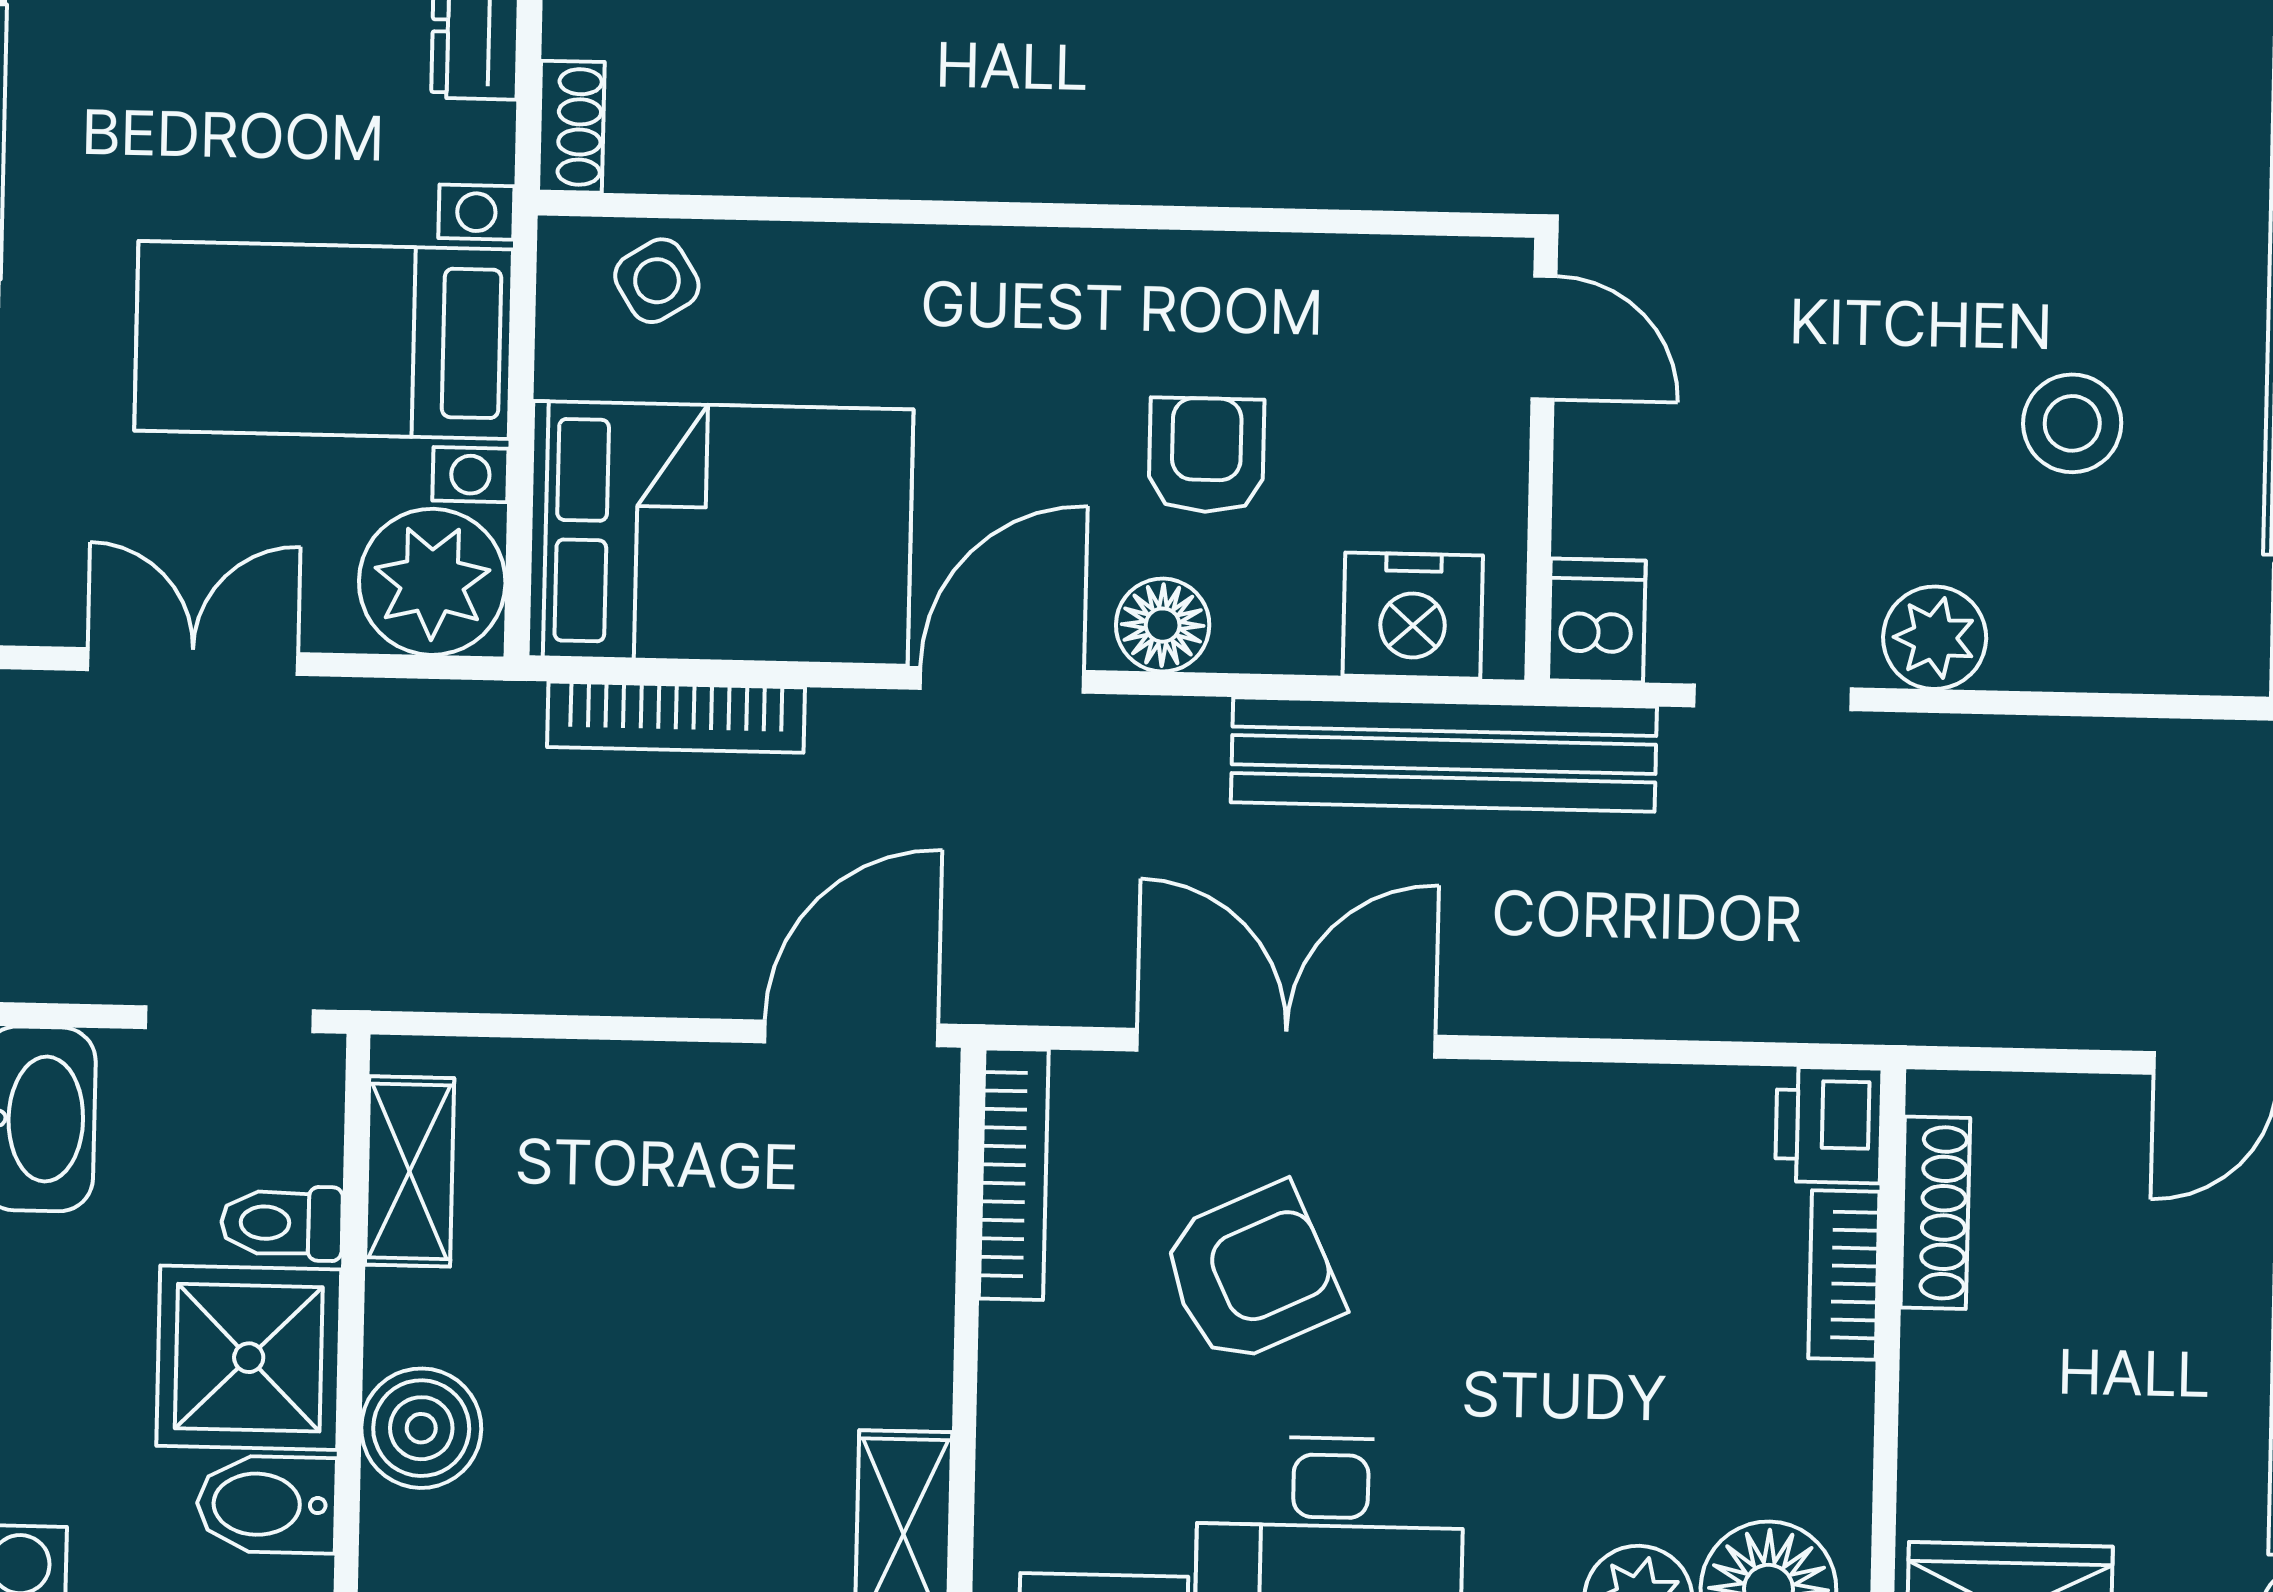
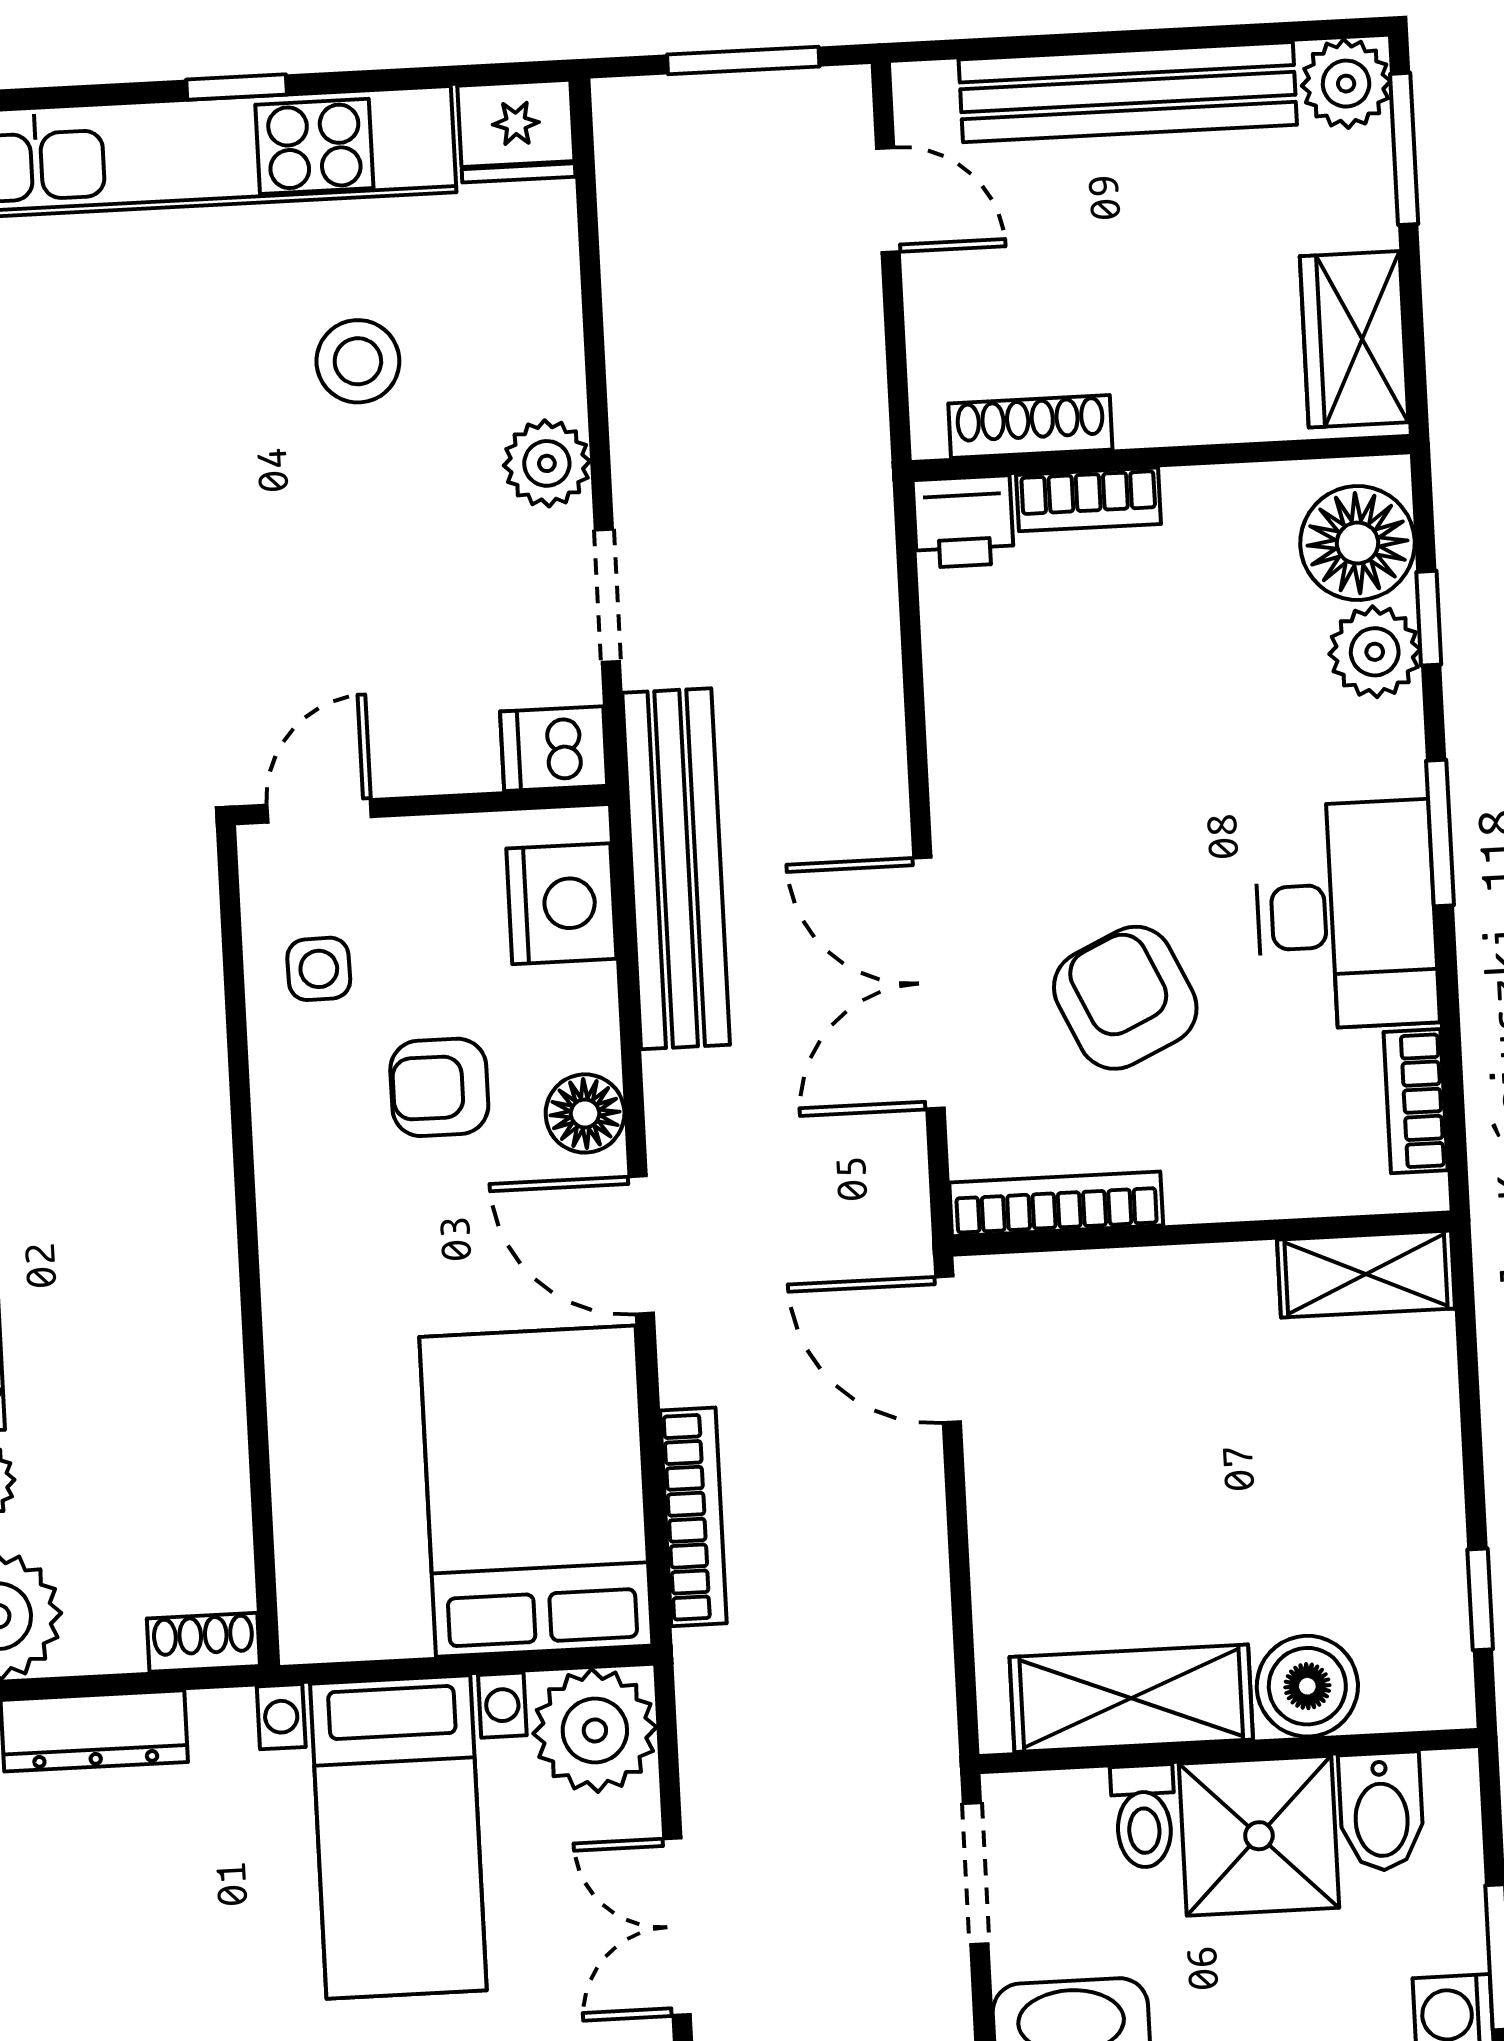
side table: (657, 281) -> (319, 969), moved, turned 31
shelving: (410, 1171) -> (1131, 1698), width x1.50, depth x1.33

